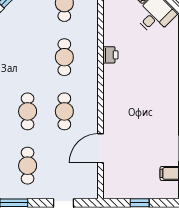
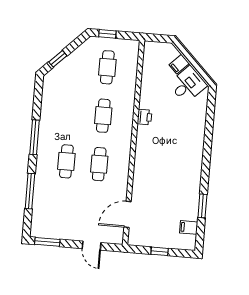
door: (101, 148) -> (128, 214), moved
cafe table: (28, 166) -> (62, 210), removed

